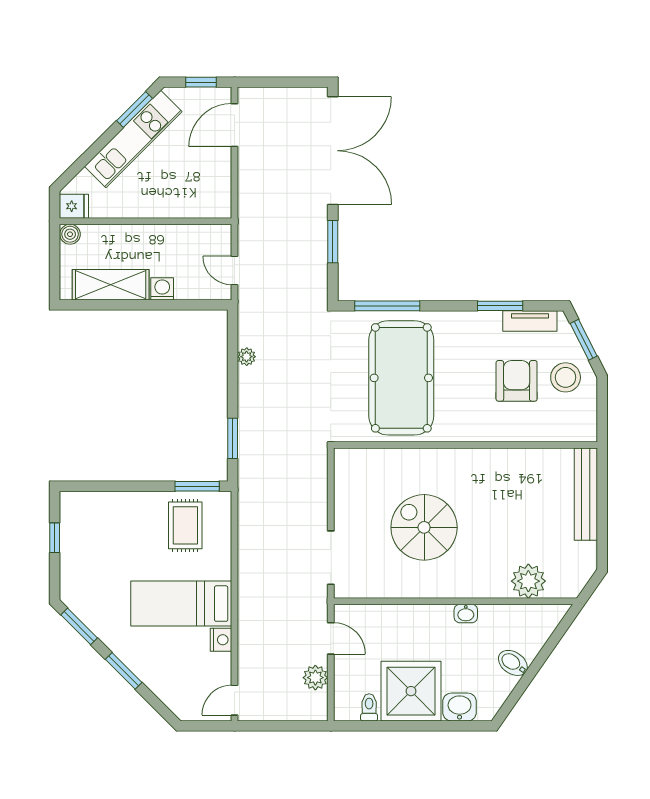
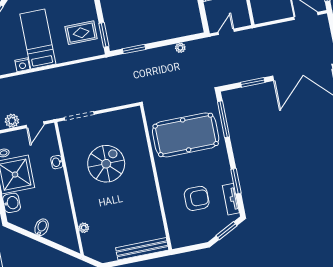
stool: (566, 377) -> (204, 225), removed
plant: (528, 581) -> (84, 228), width x0.53, depth x0.53
washbasin: (466, 613) -> (57, 162), moved

